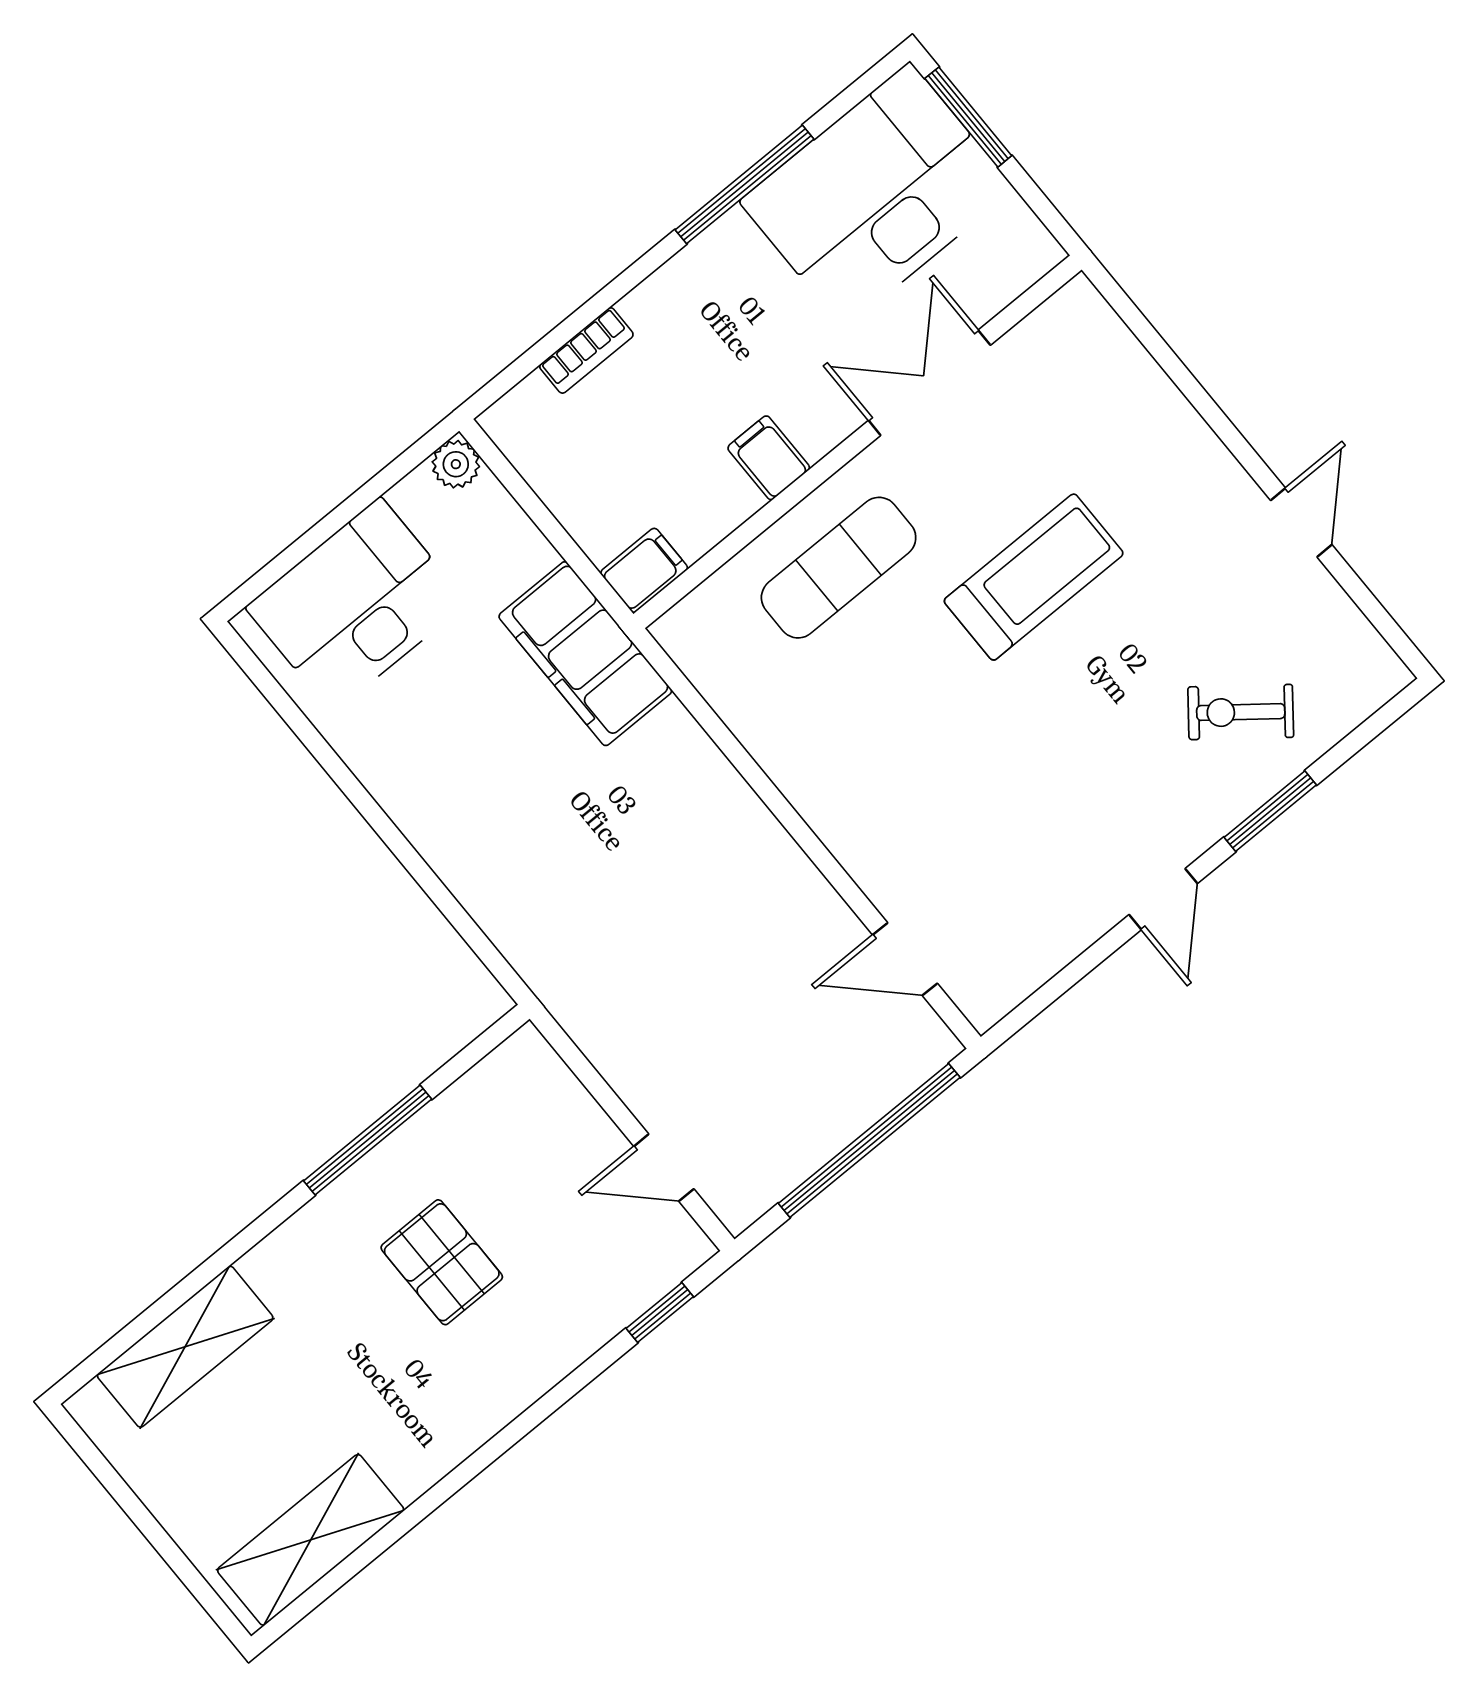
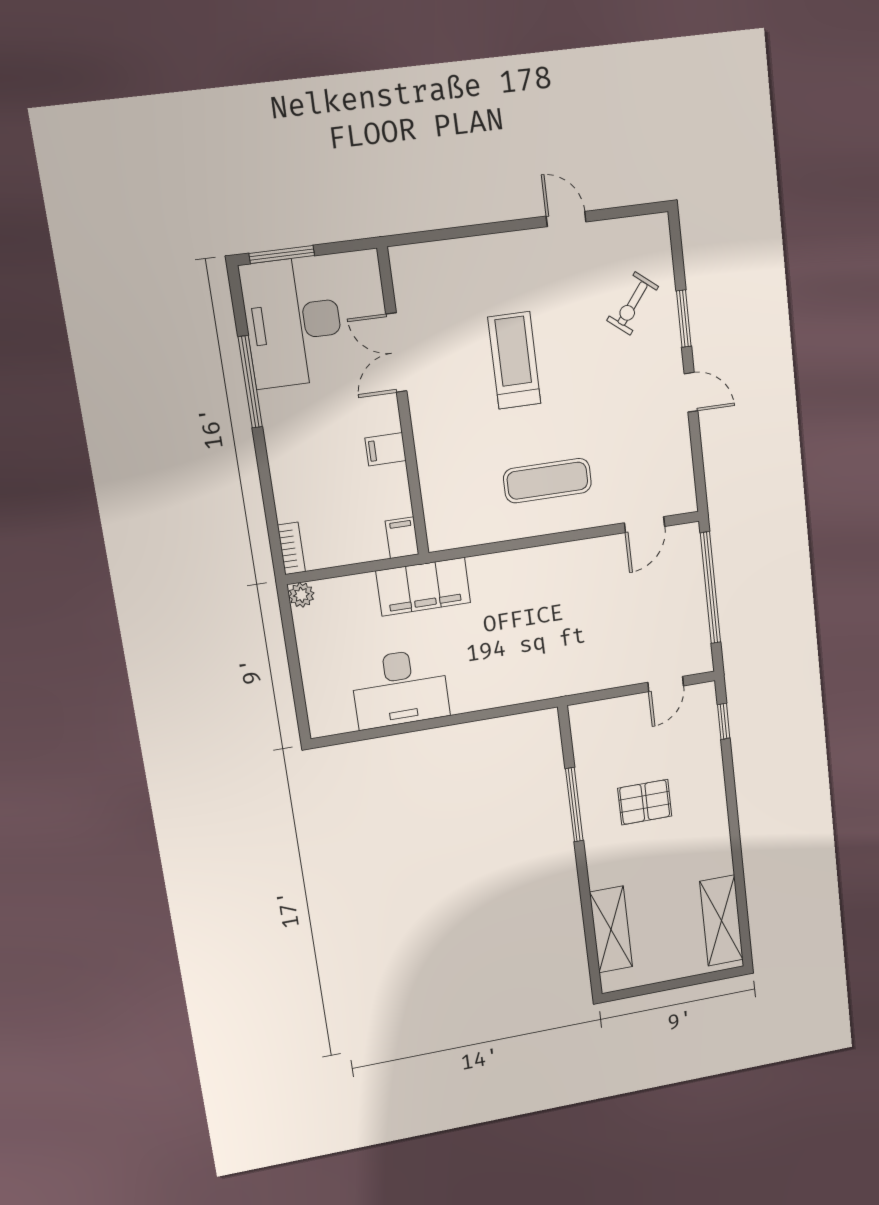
bookcase: (586, 350) -> (291, 548), moved
exercise mat: (839, 568) -> (547, 481), moved, turned 90
desk: (356, 605) -> (400, 688), moved, turned -90

